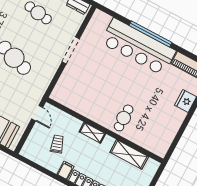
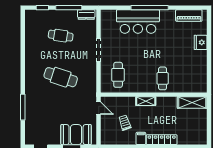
bar counter: (138, 47) -> (138, 22), width x0.73
cafe table: (78, 88) -> (118, 75), added
shelving: (129, 154) -> (192, 103), moved

